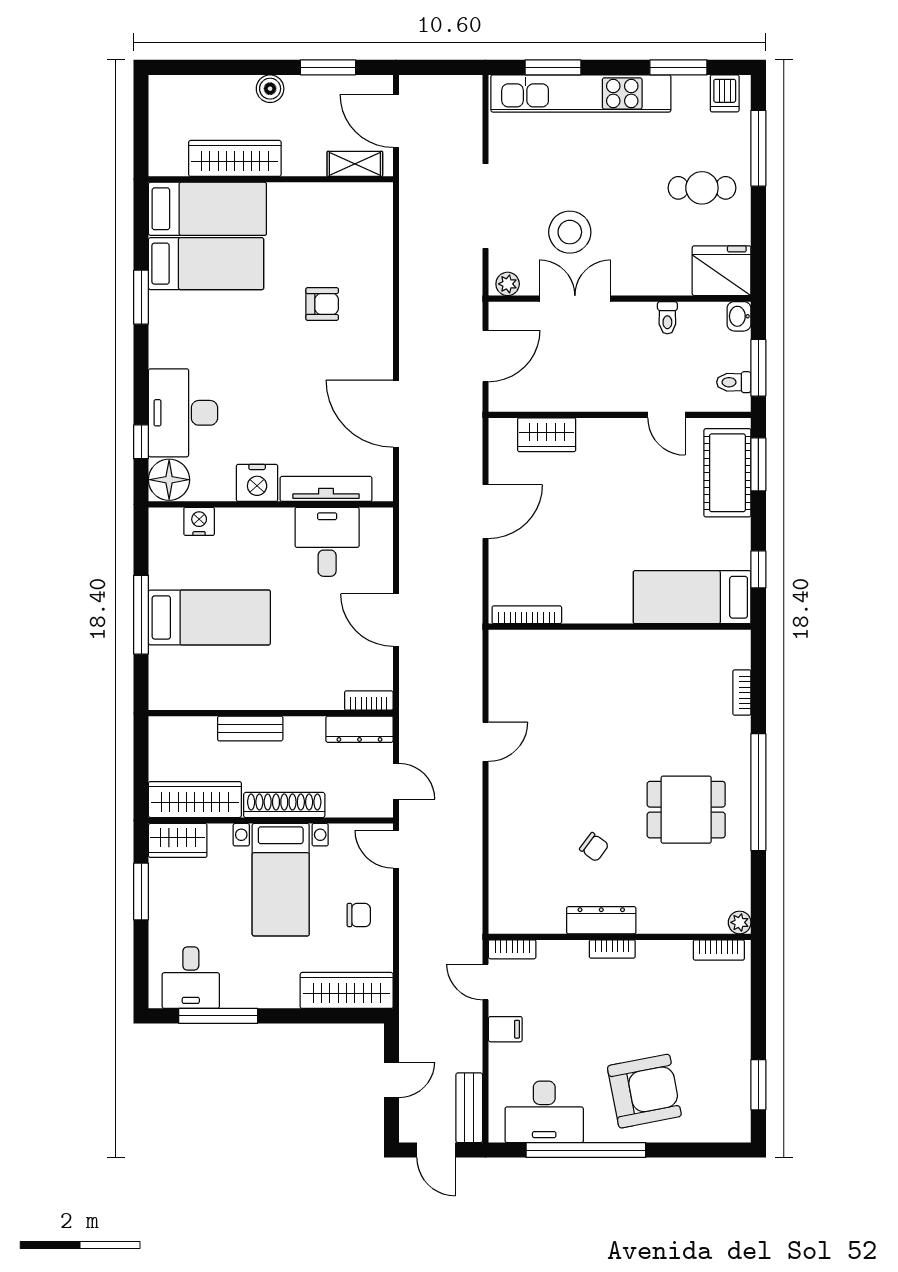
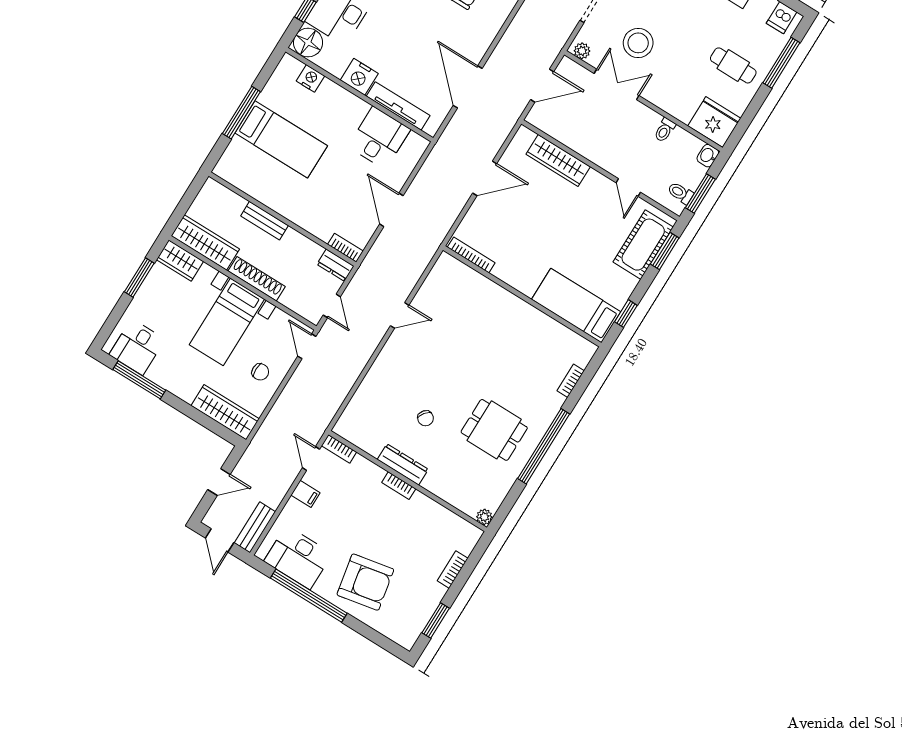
wardrobe: (547, 435) -> (558, 161), width x1.50
dresser: (359, 729) -> (335, 265), width x0.70
bookcase: (719, 950) -> (453, 570), moved, turned 90

